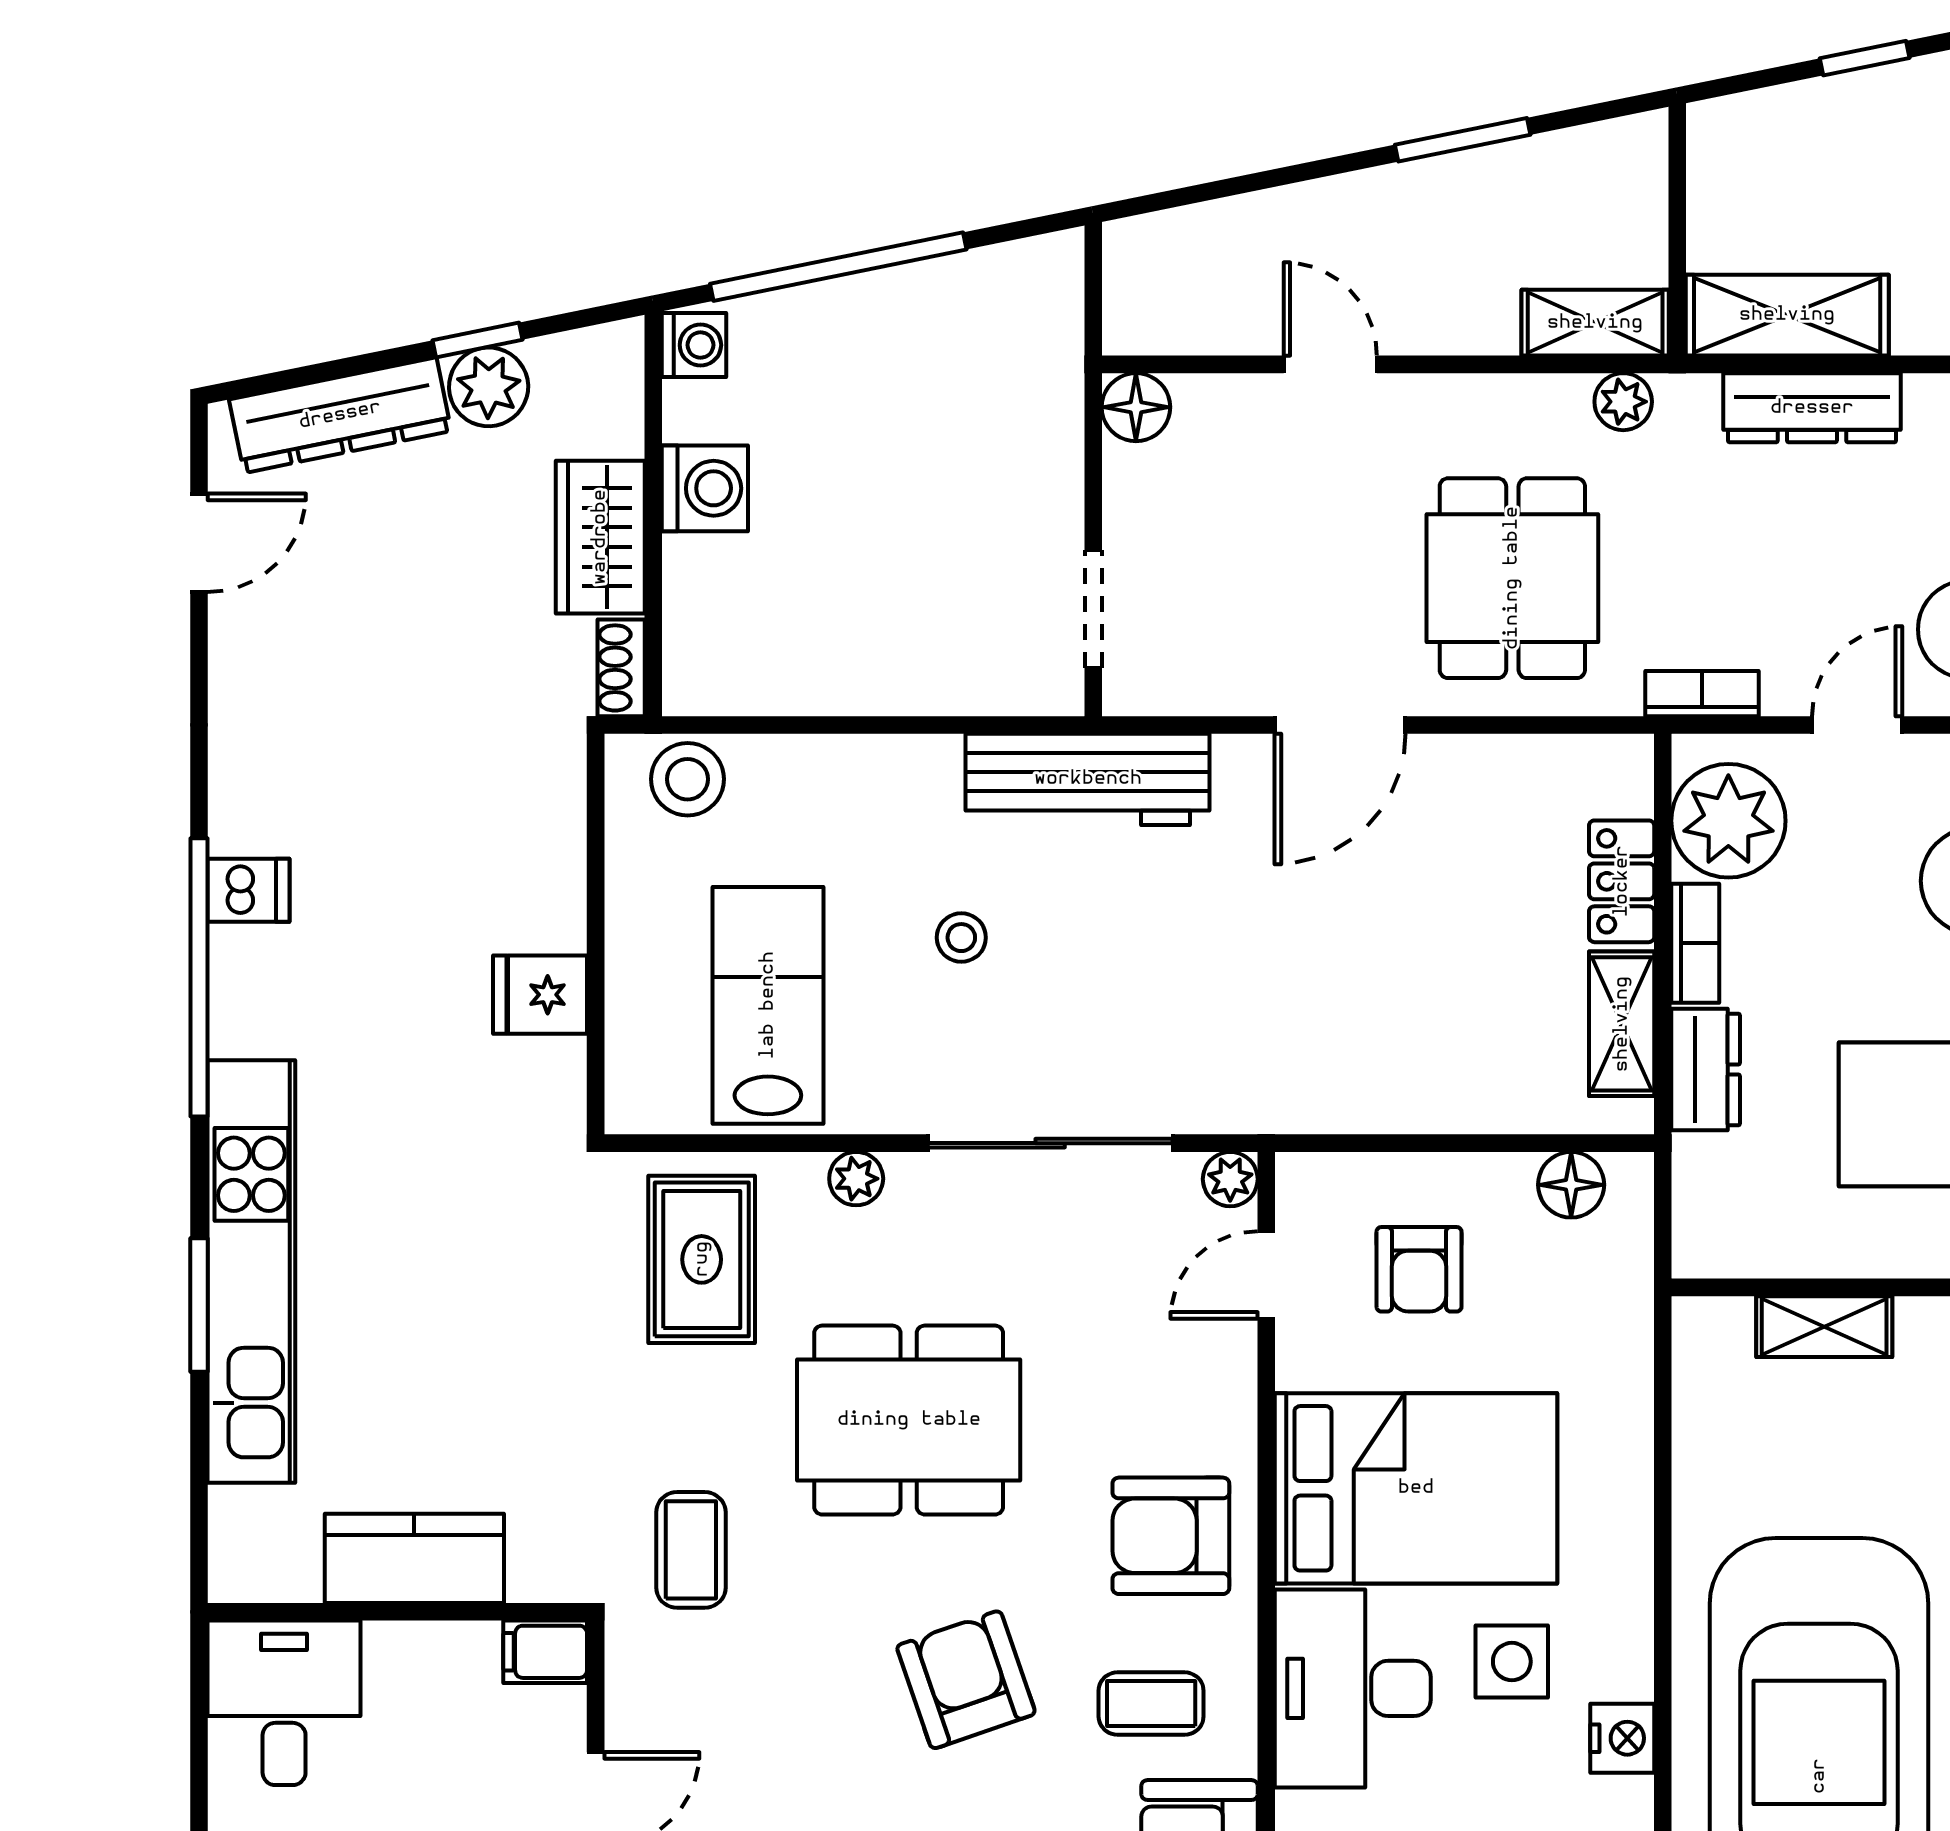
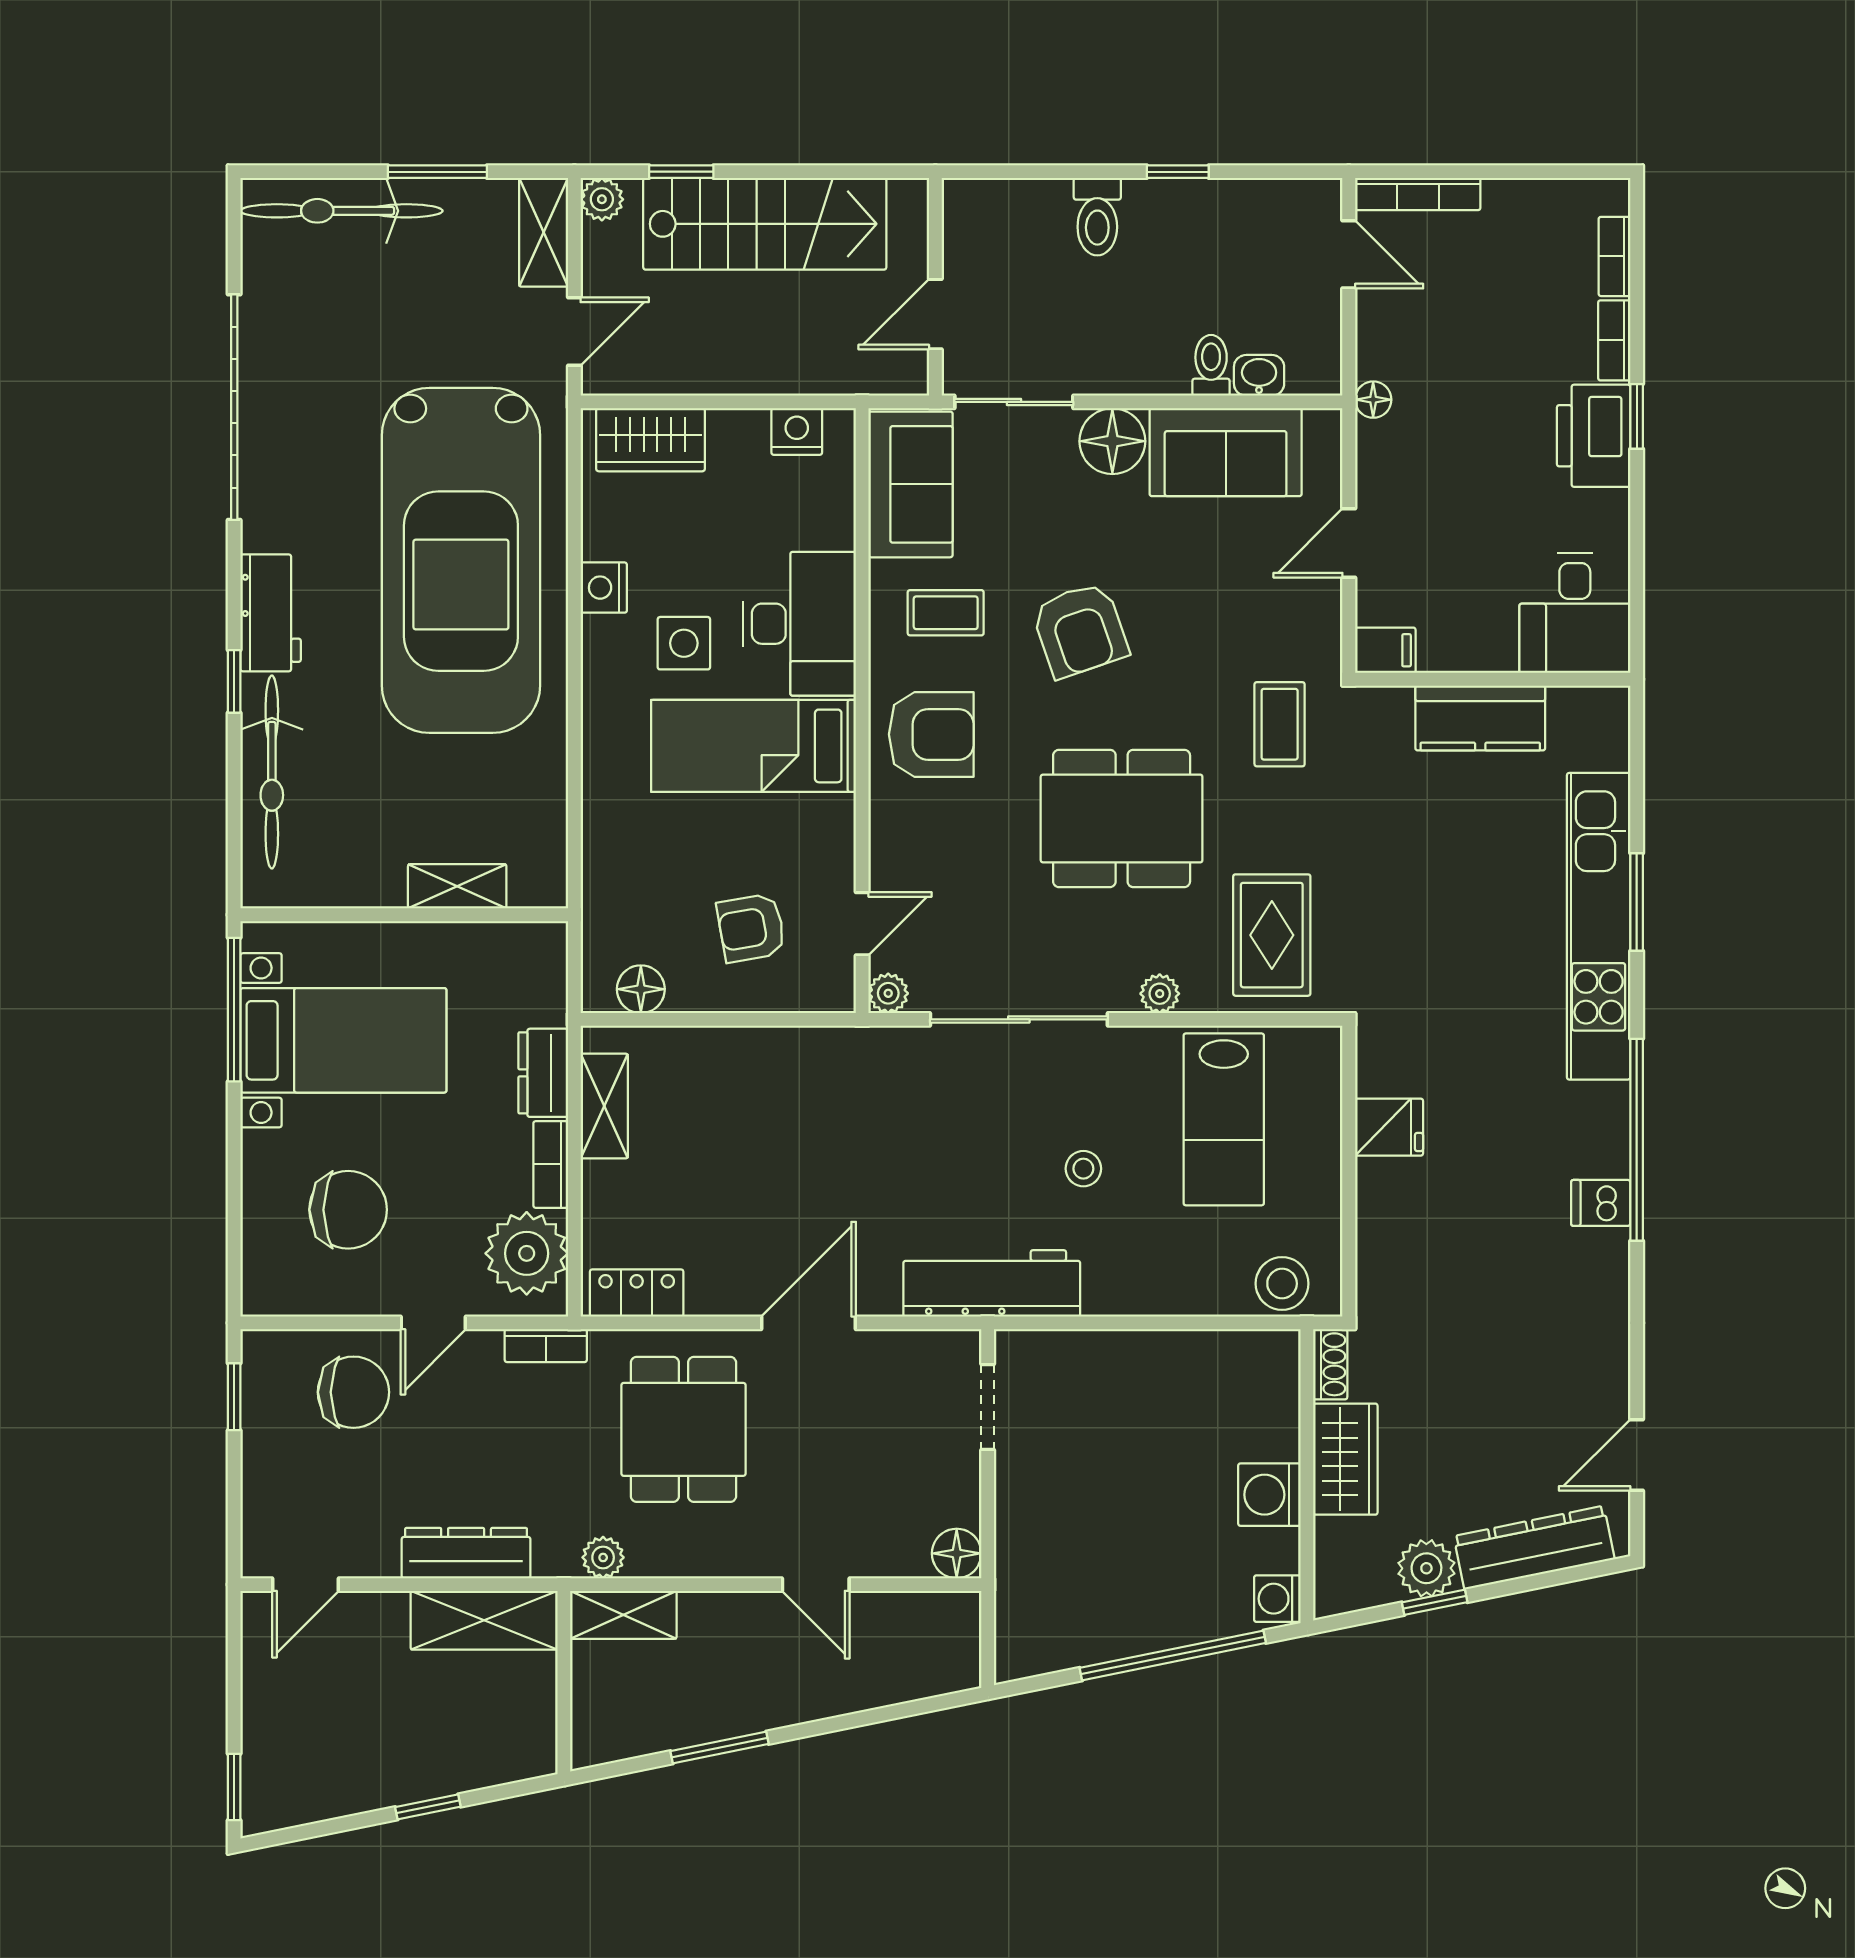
locker: (1622, 881) -> (637, 1293), moved, turned -90
armchair: (1419, 1269) -> (751, 928), turned -100
bed: (1416, 1488) -> (753, 746), width x0.67

